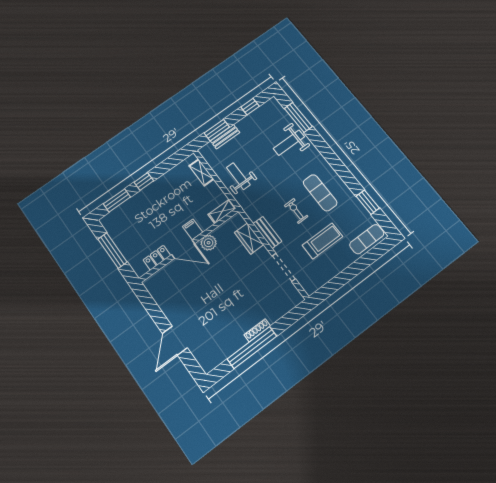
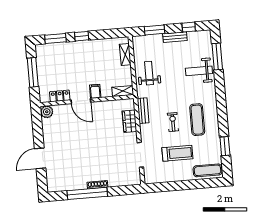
bench: (225, 137) -> (175, 37), moved
bench: (267, 232) -> (143, 111), moved
plant: (209, 243) -> (47, 112), moved

